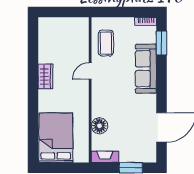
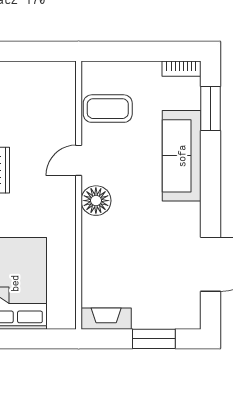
coffee table: (106, 43) -> (108, 109), turned 90
floor lamp: (99, 126) -> (96, 201), moved

